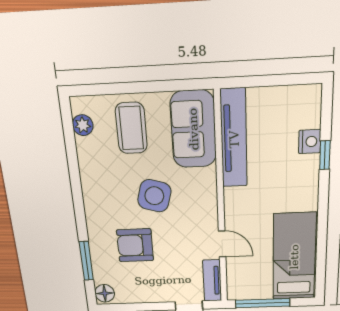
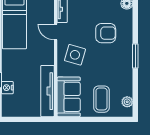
side table: (154, 196) -> (75, 55), moved
window: (86, 261) -> (135, 56), moved

